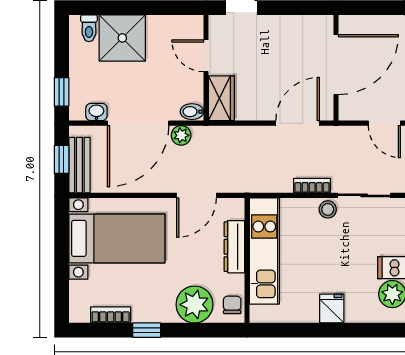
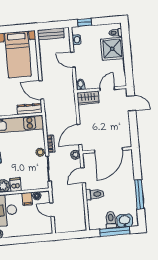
door: (336, 65) -> (108, 150), hinge flipped
door: (138, 123) -> (73, 60), width x0.53
door: (298, 123) -> (79, 134), swing flipped
plant: (181, 135) -> (75, 155), moved
window: (62, 159) -> (53, 25), removed
dresser: (234, 247) -> (30, 109), moved

